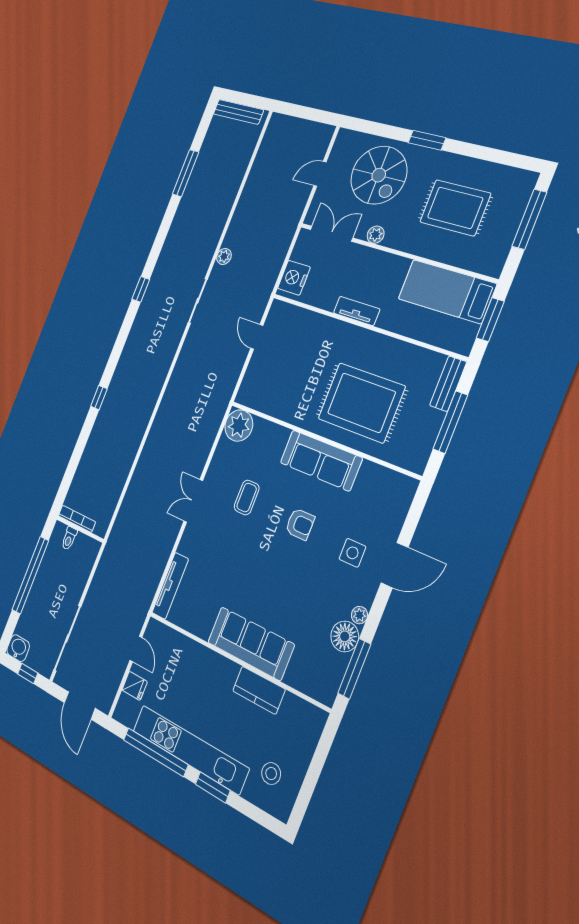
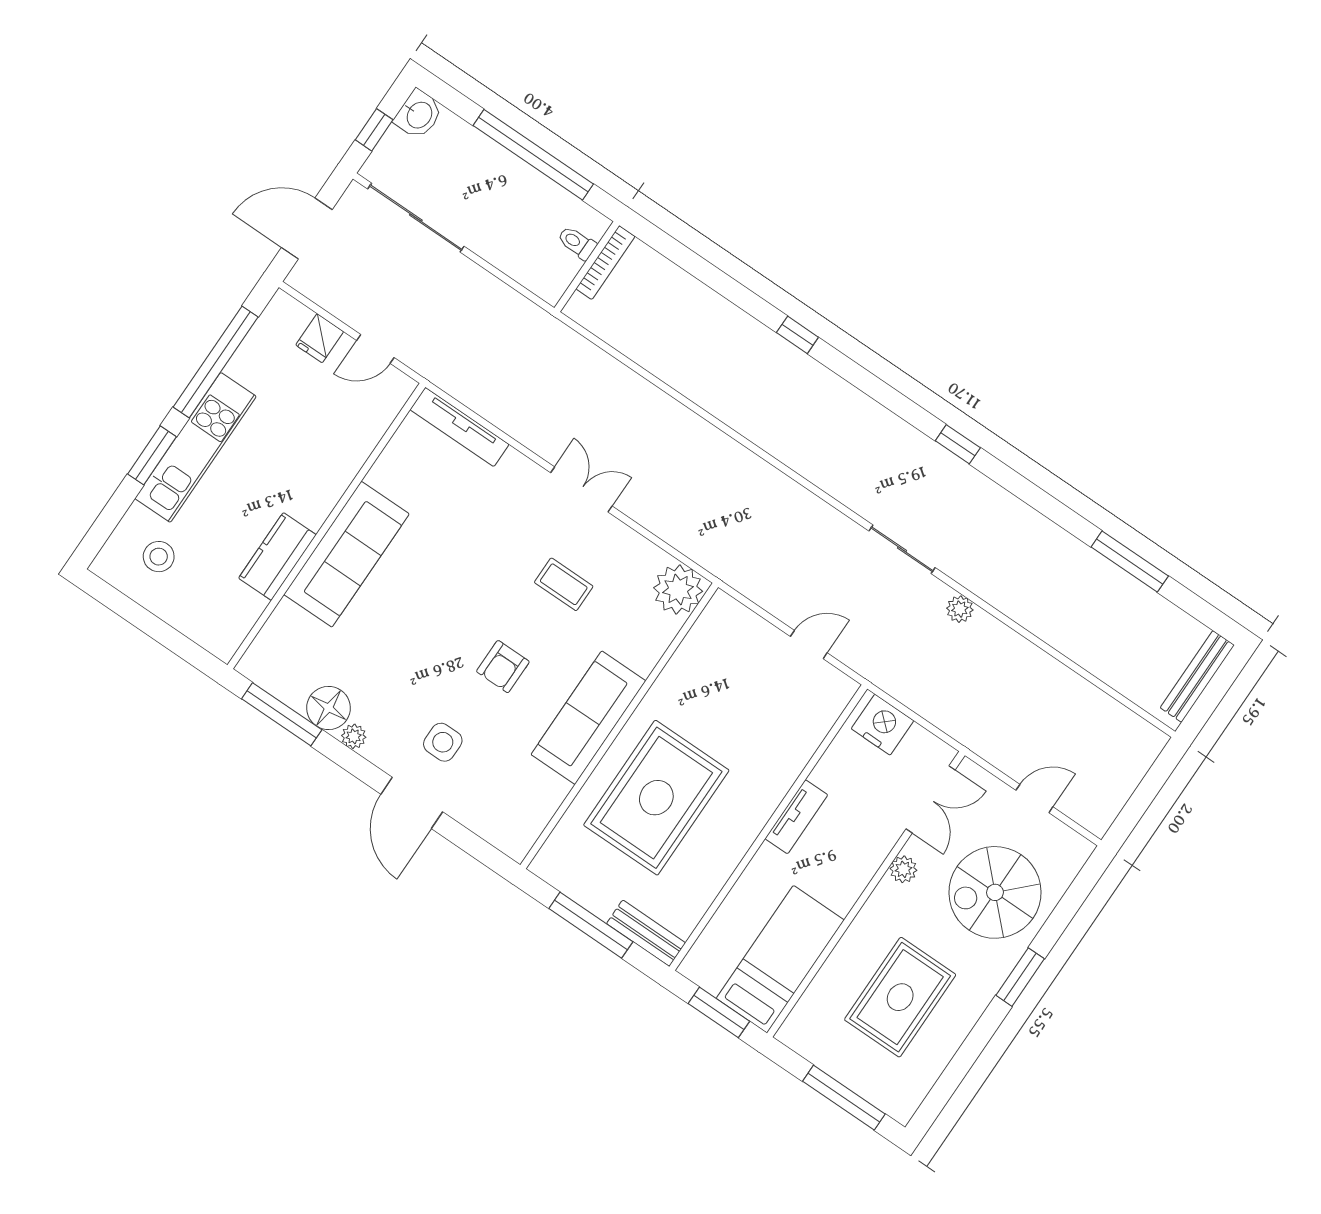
door: (320, 174) -> (1034, 799), hinge flipped
kitchen unit: (190, 749) -> (196, 447), width x0.73

